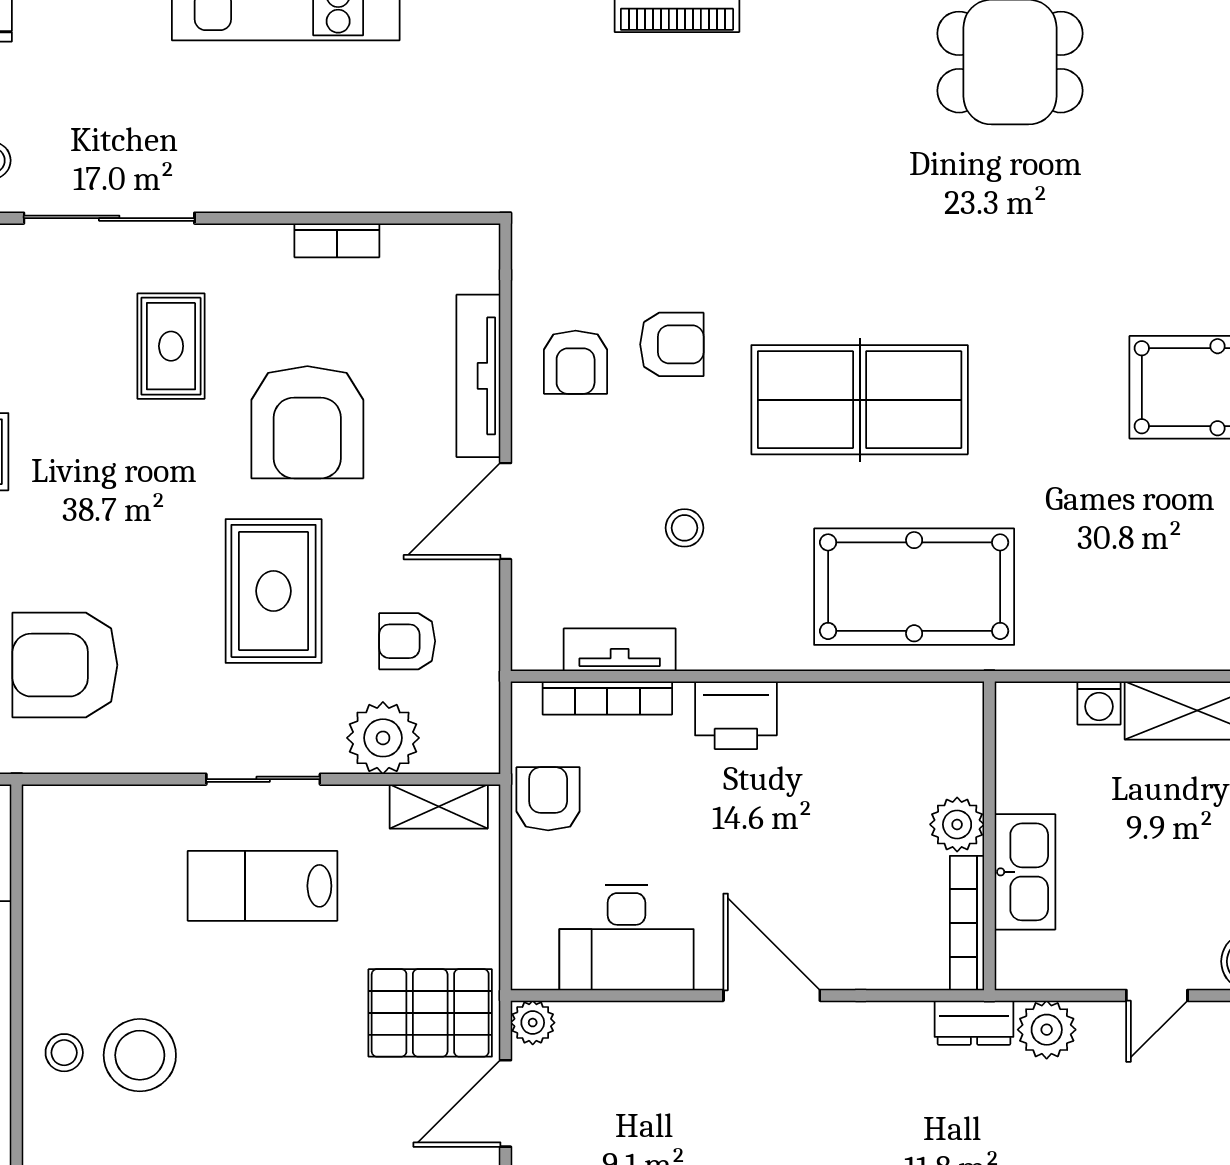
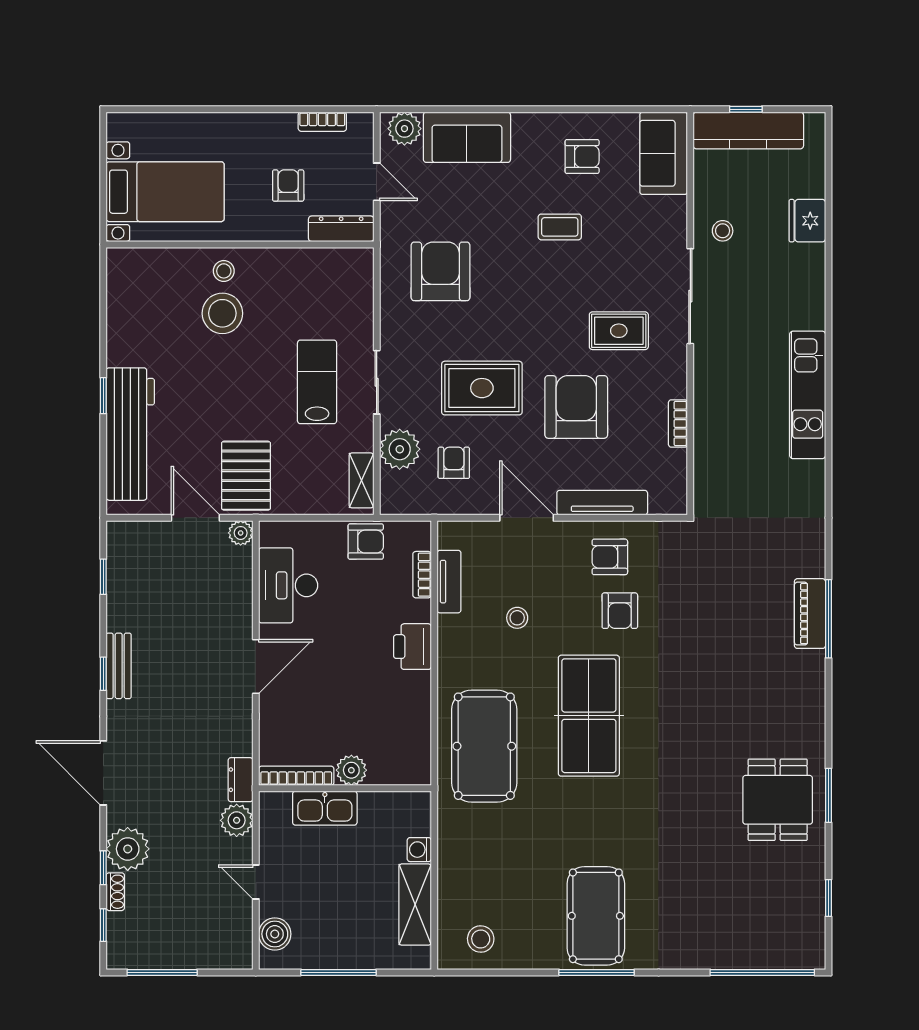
armchair: (307, 422) -> (576, 407), turned 90
bookcase: (607, 698) -> (422, 575), width x0.64

